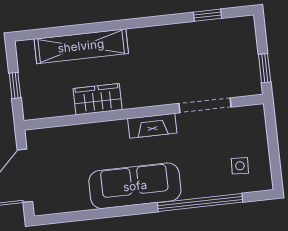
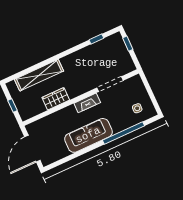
window: (265, 68) -> (128, 44), moved

